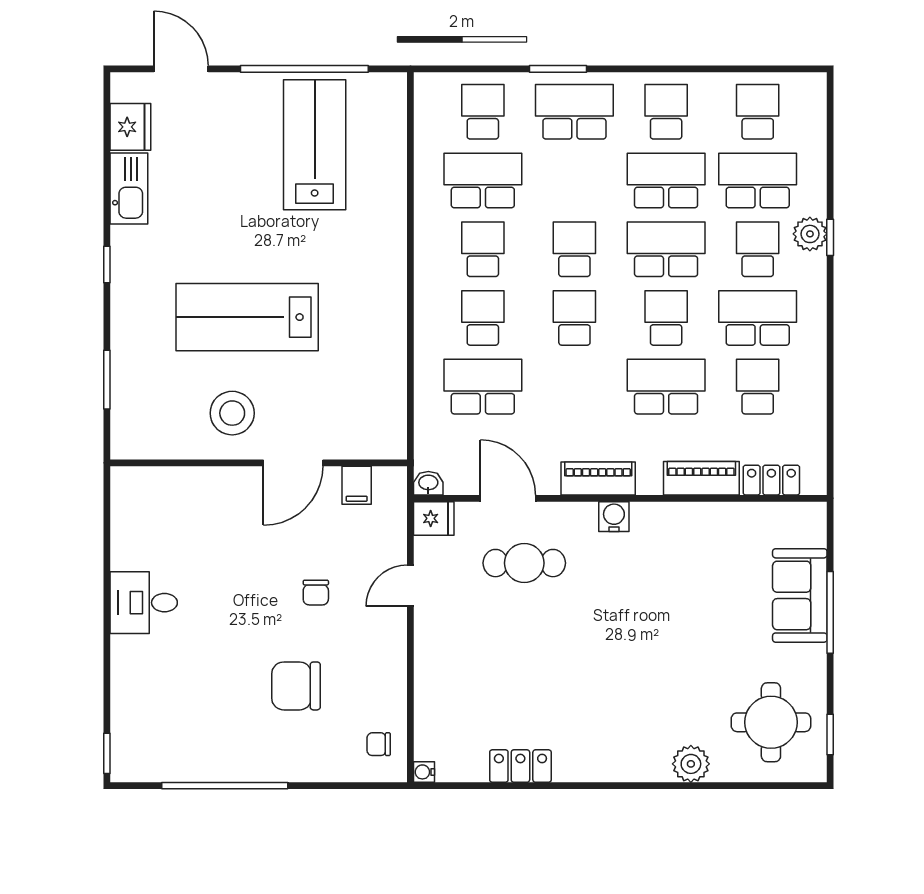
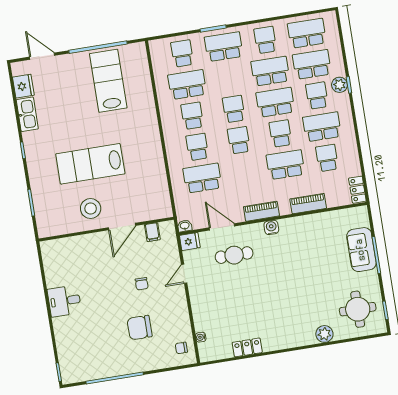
school desk: (758, 112) -> (307, 33), width x1.85
locker: (771, 480) -> (357, 190), moved, turned -90
water cooler: (424, 772) -> (201, 337), moved

